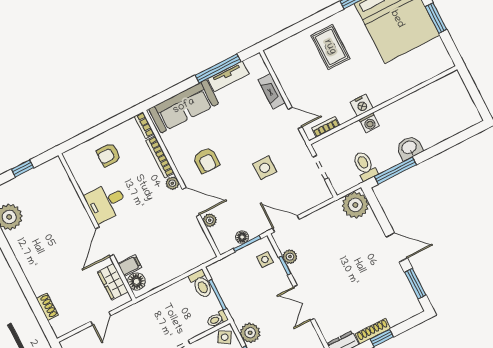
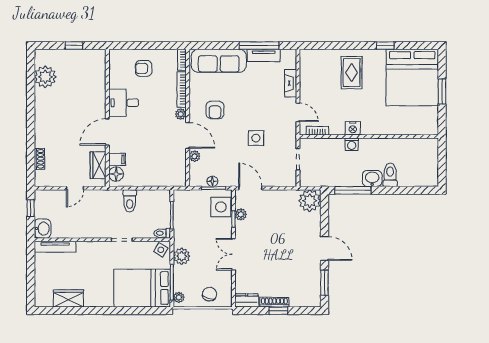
toilet: (365, 166) -> (390, 175), moved
side table: (265, 260) -> (221, 207), width x1.87, depth x1.87
toilet: (201, 284) -> (130, 201), moved

